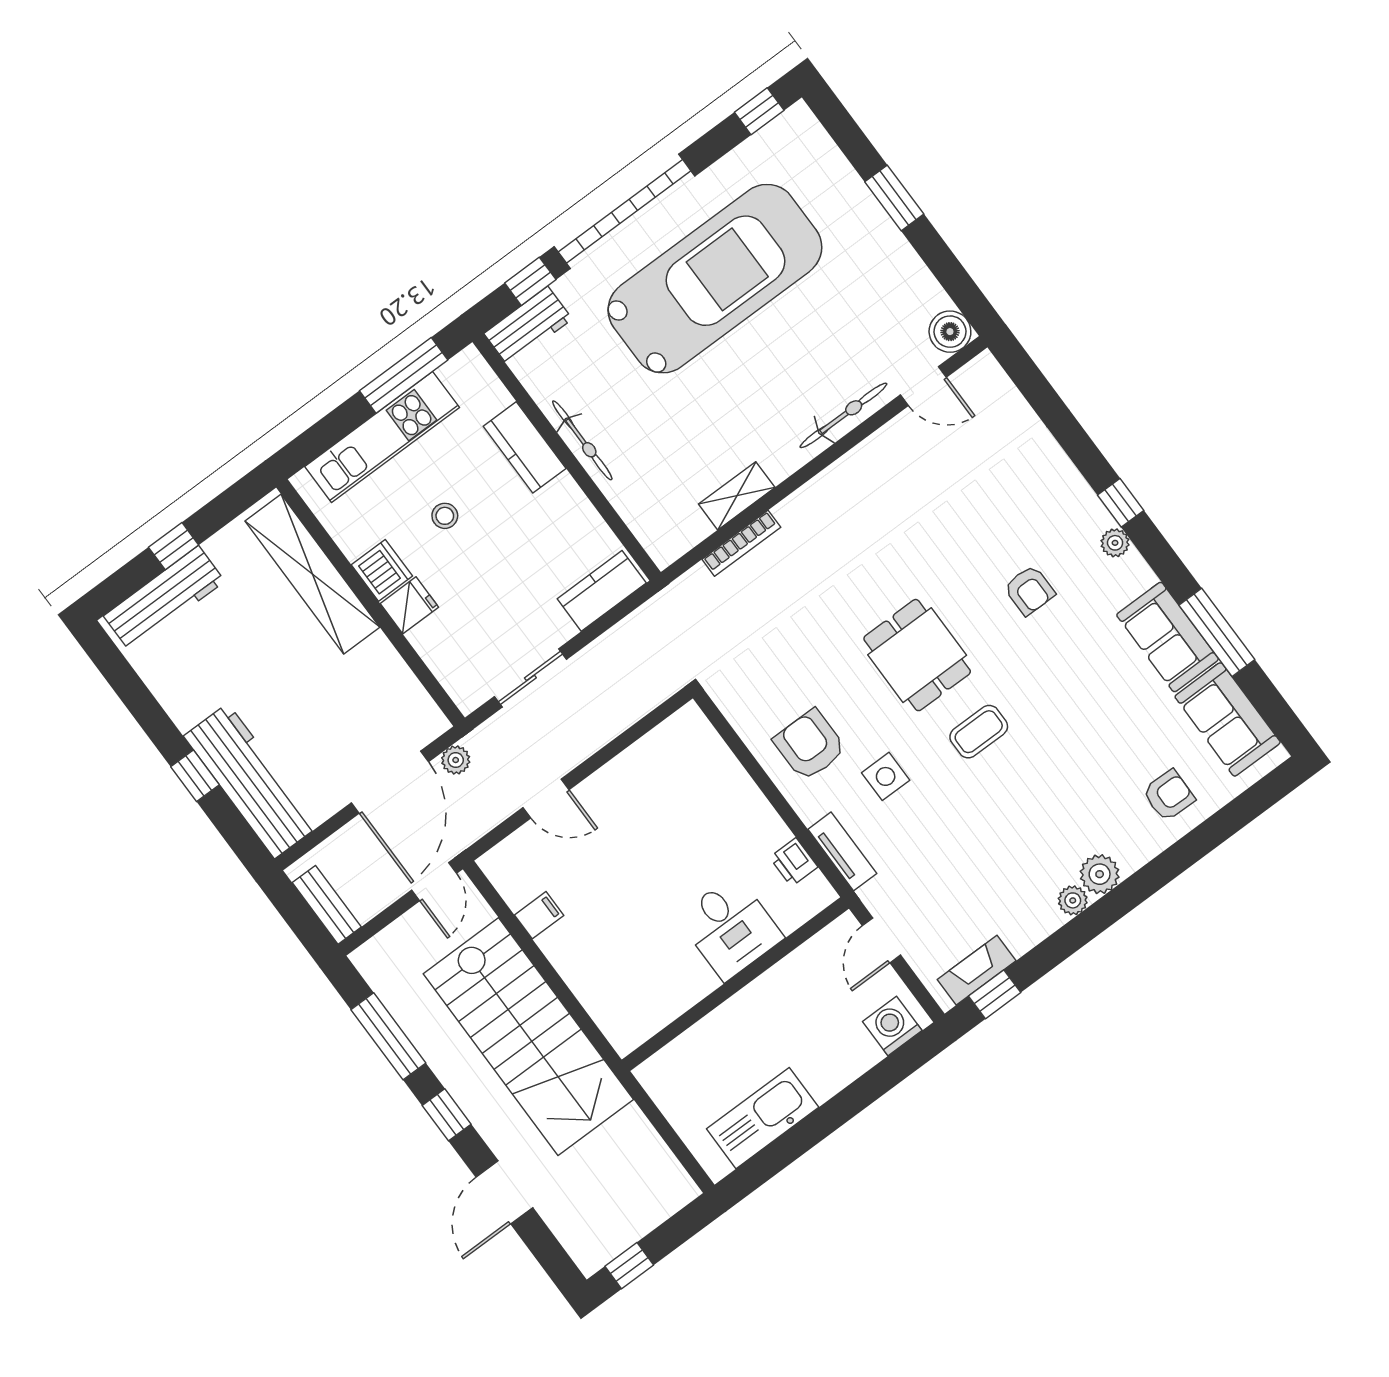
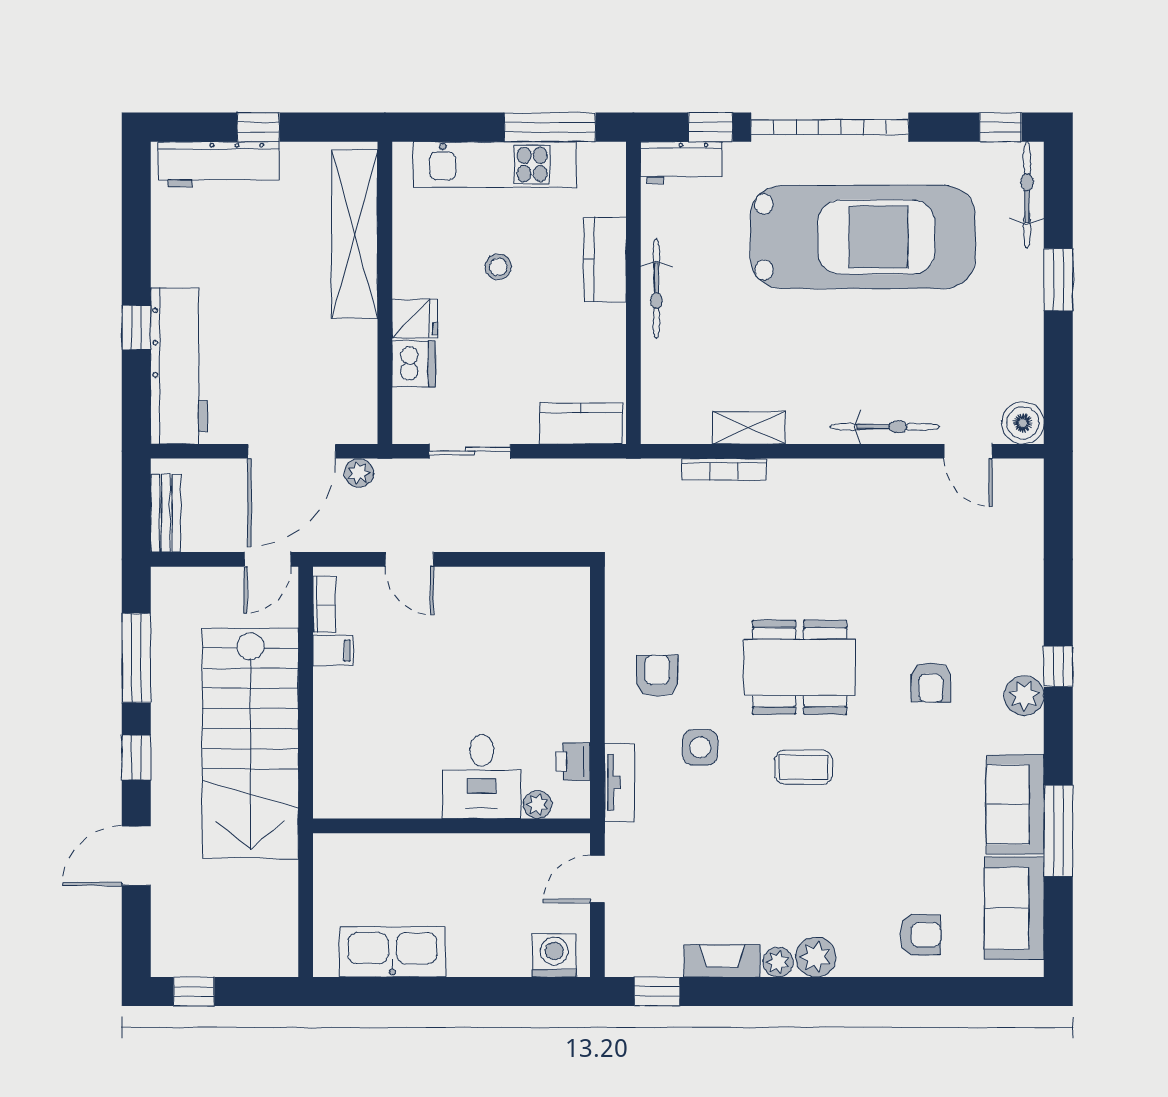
bicycle: (820, 149) -> (1027, 195), added
plant: (1115, 543) -> (1024, 696), width x1.38, depth x1.38
dishwasher: (382, 570) -> (414, 364), moved
dining table: (917, 655) -> (800, 667), width x1.38
armchair: (810, 745) -> (657, 676), width x0.72, depth x0.72
bookcase: (505, 884) -> (324, 604), added
plant: (791, 917) -> (538, 805), added
fireplace: (977, 970) -> (722, 961), moved

